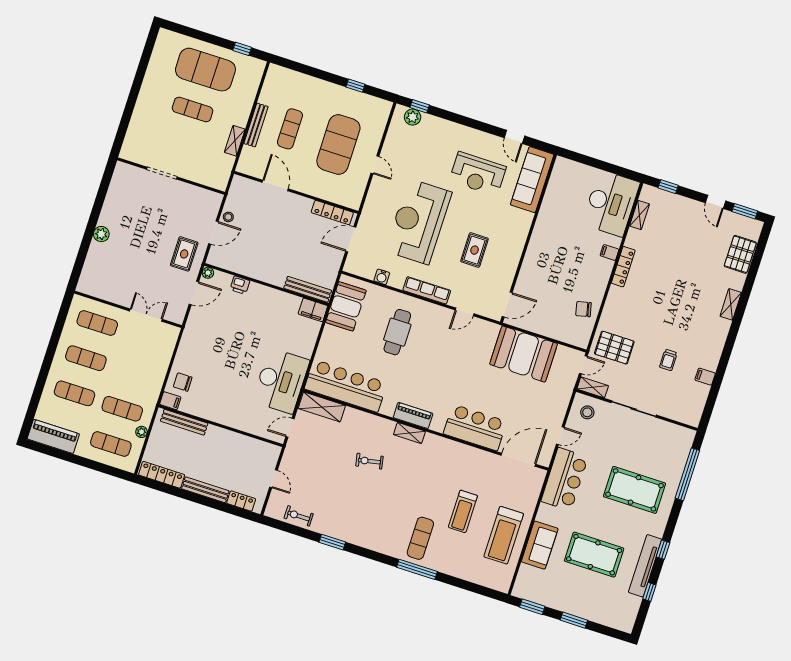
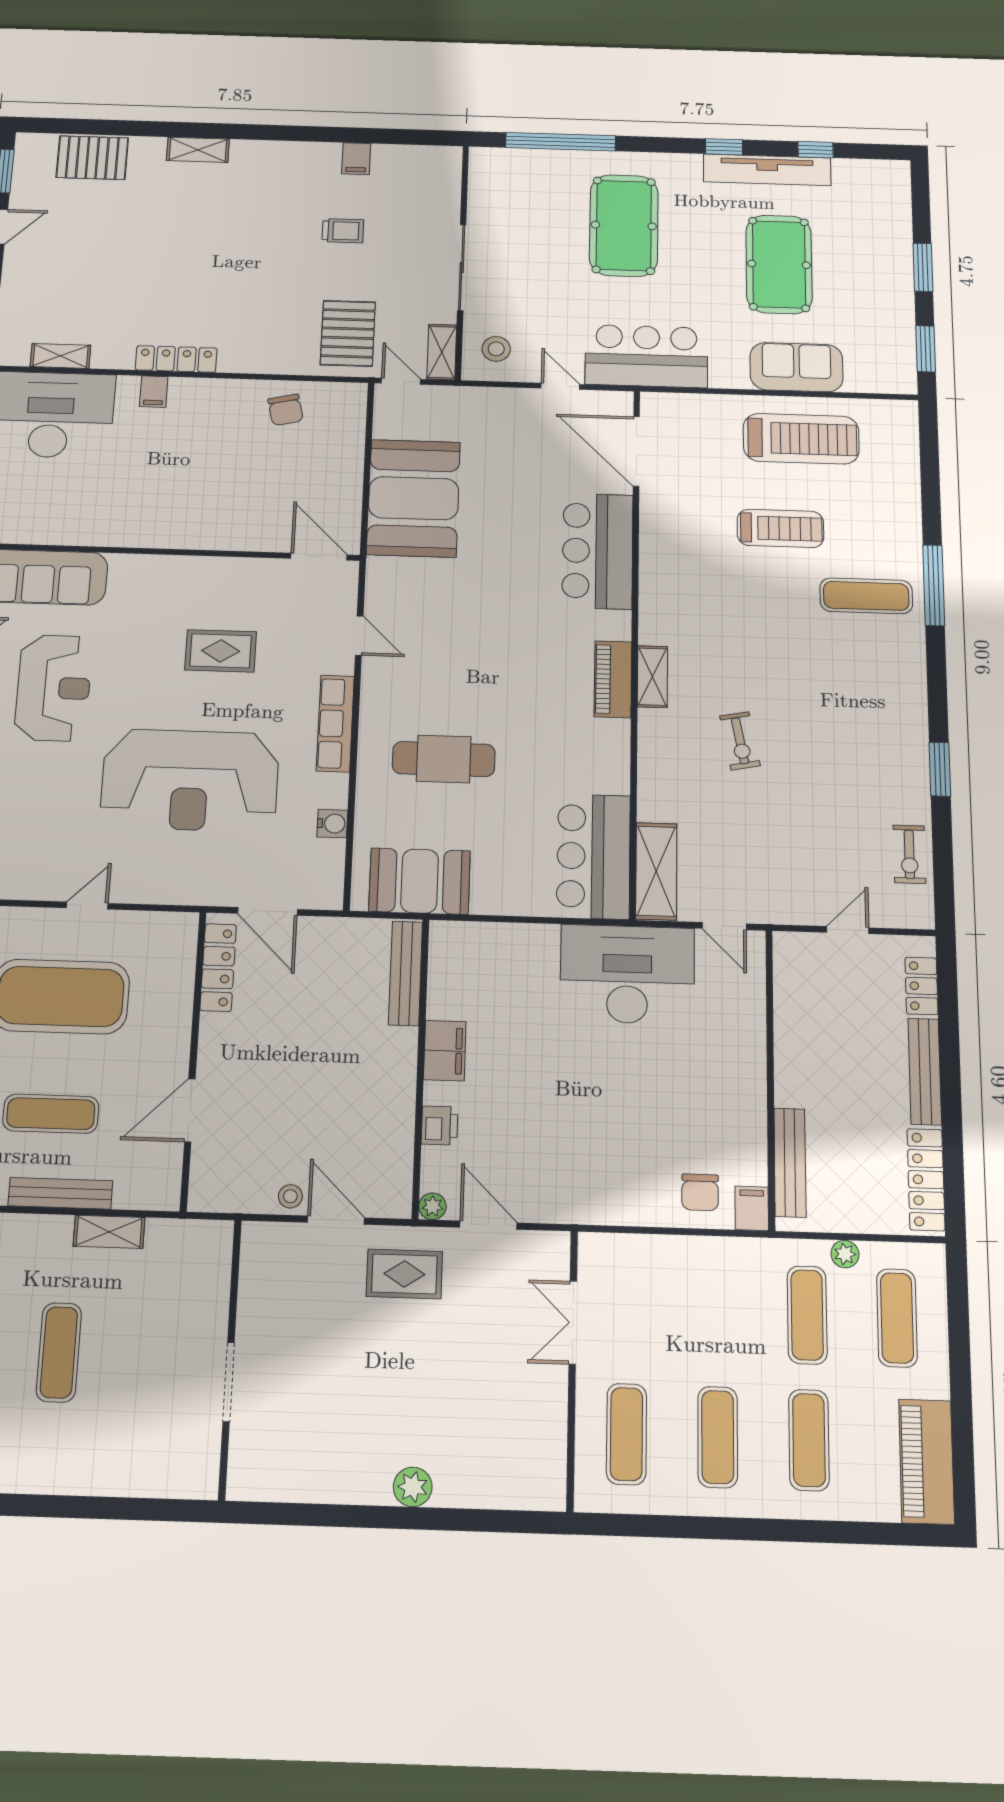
filing cabinet: (313, 310) -> (445, 1051), moved
bar counter: (346, 386) -> (594, 856), width x0.73

